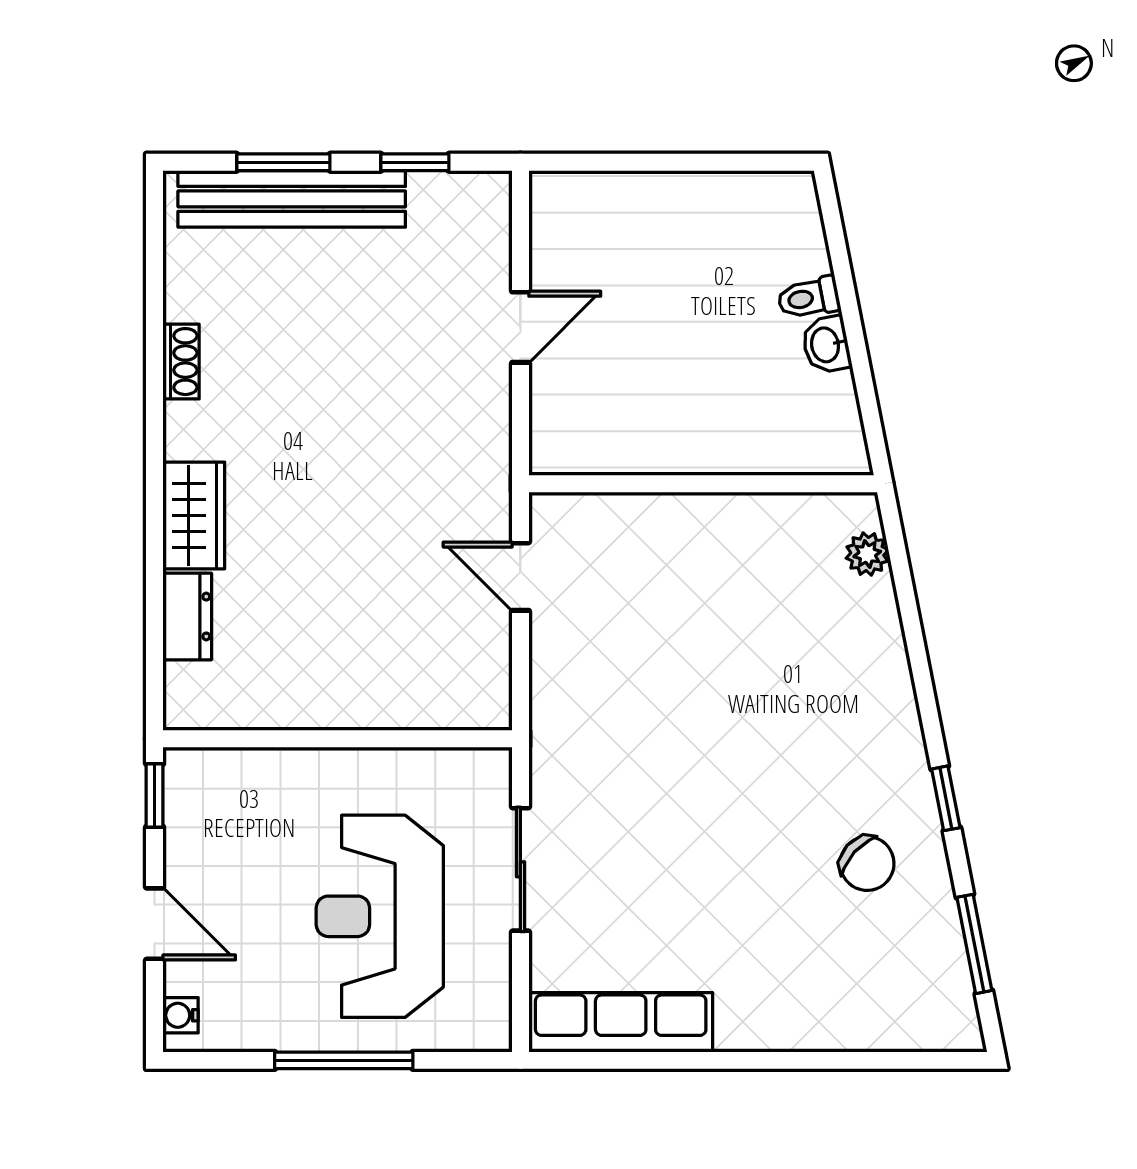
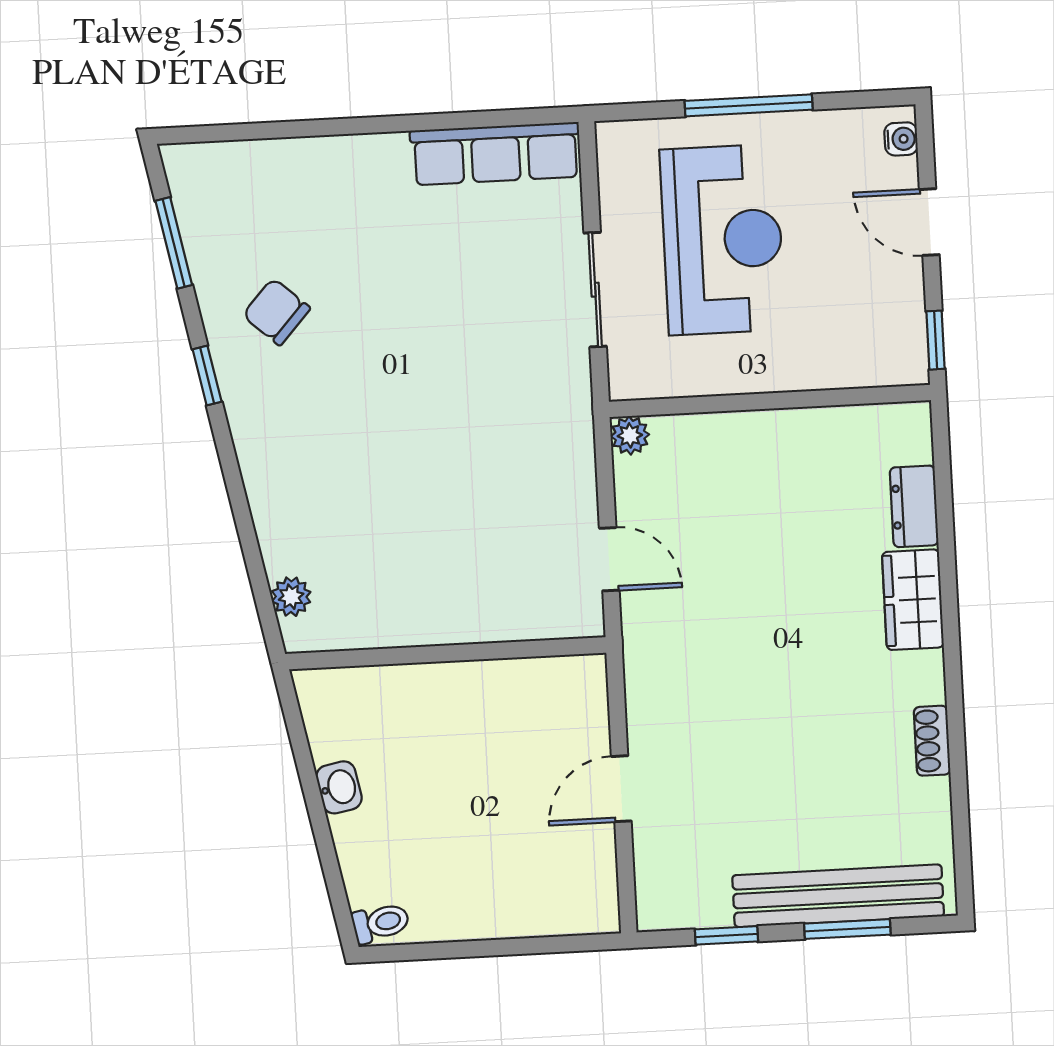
toilet: (809, 298) -> (381, 923), moved
plant: (491, 709) -> (630, 435), added

